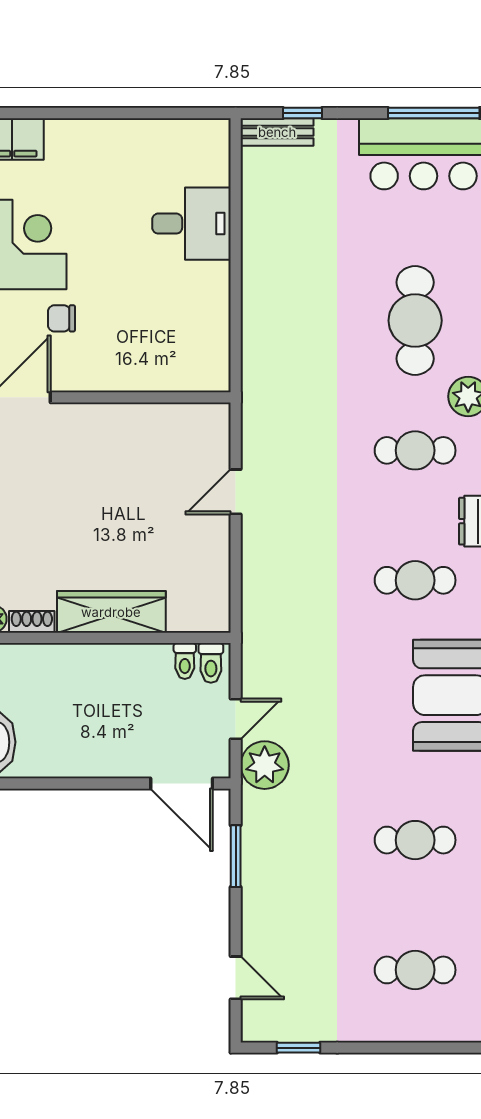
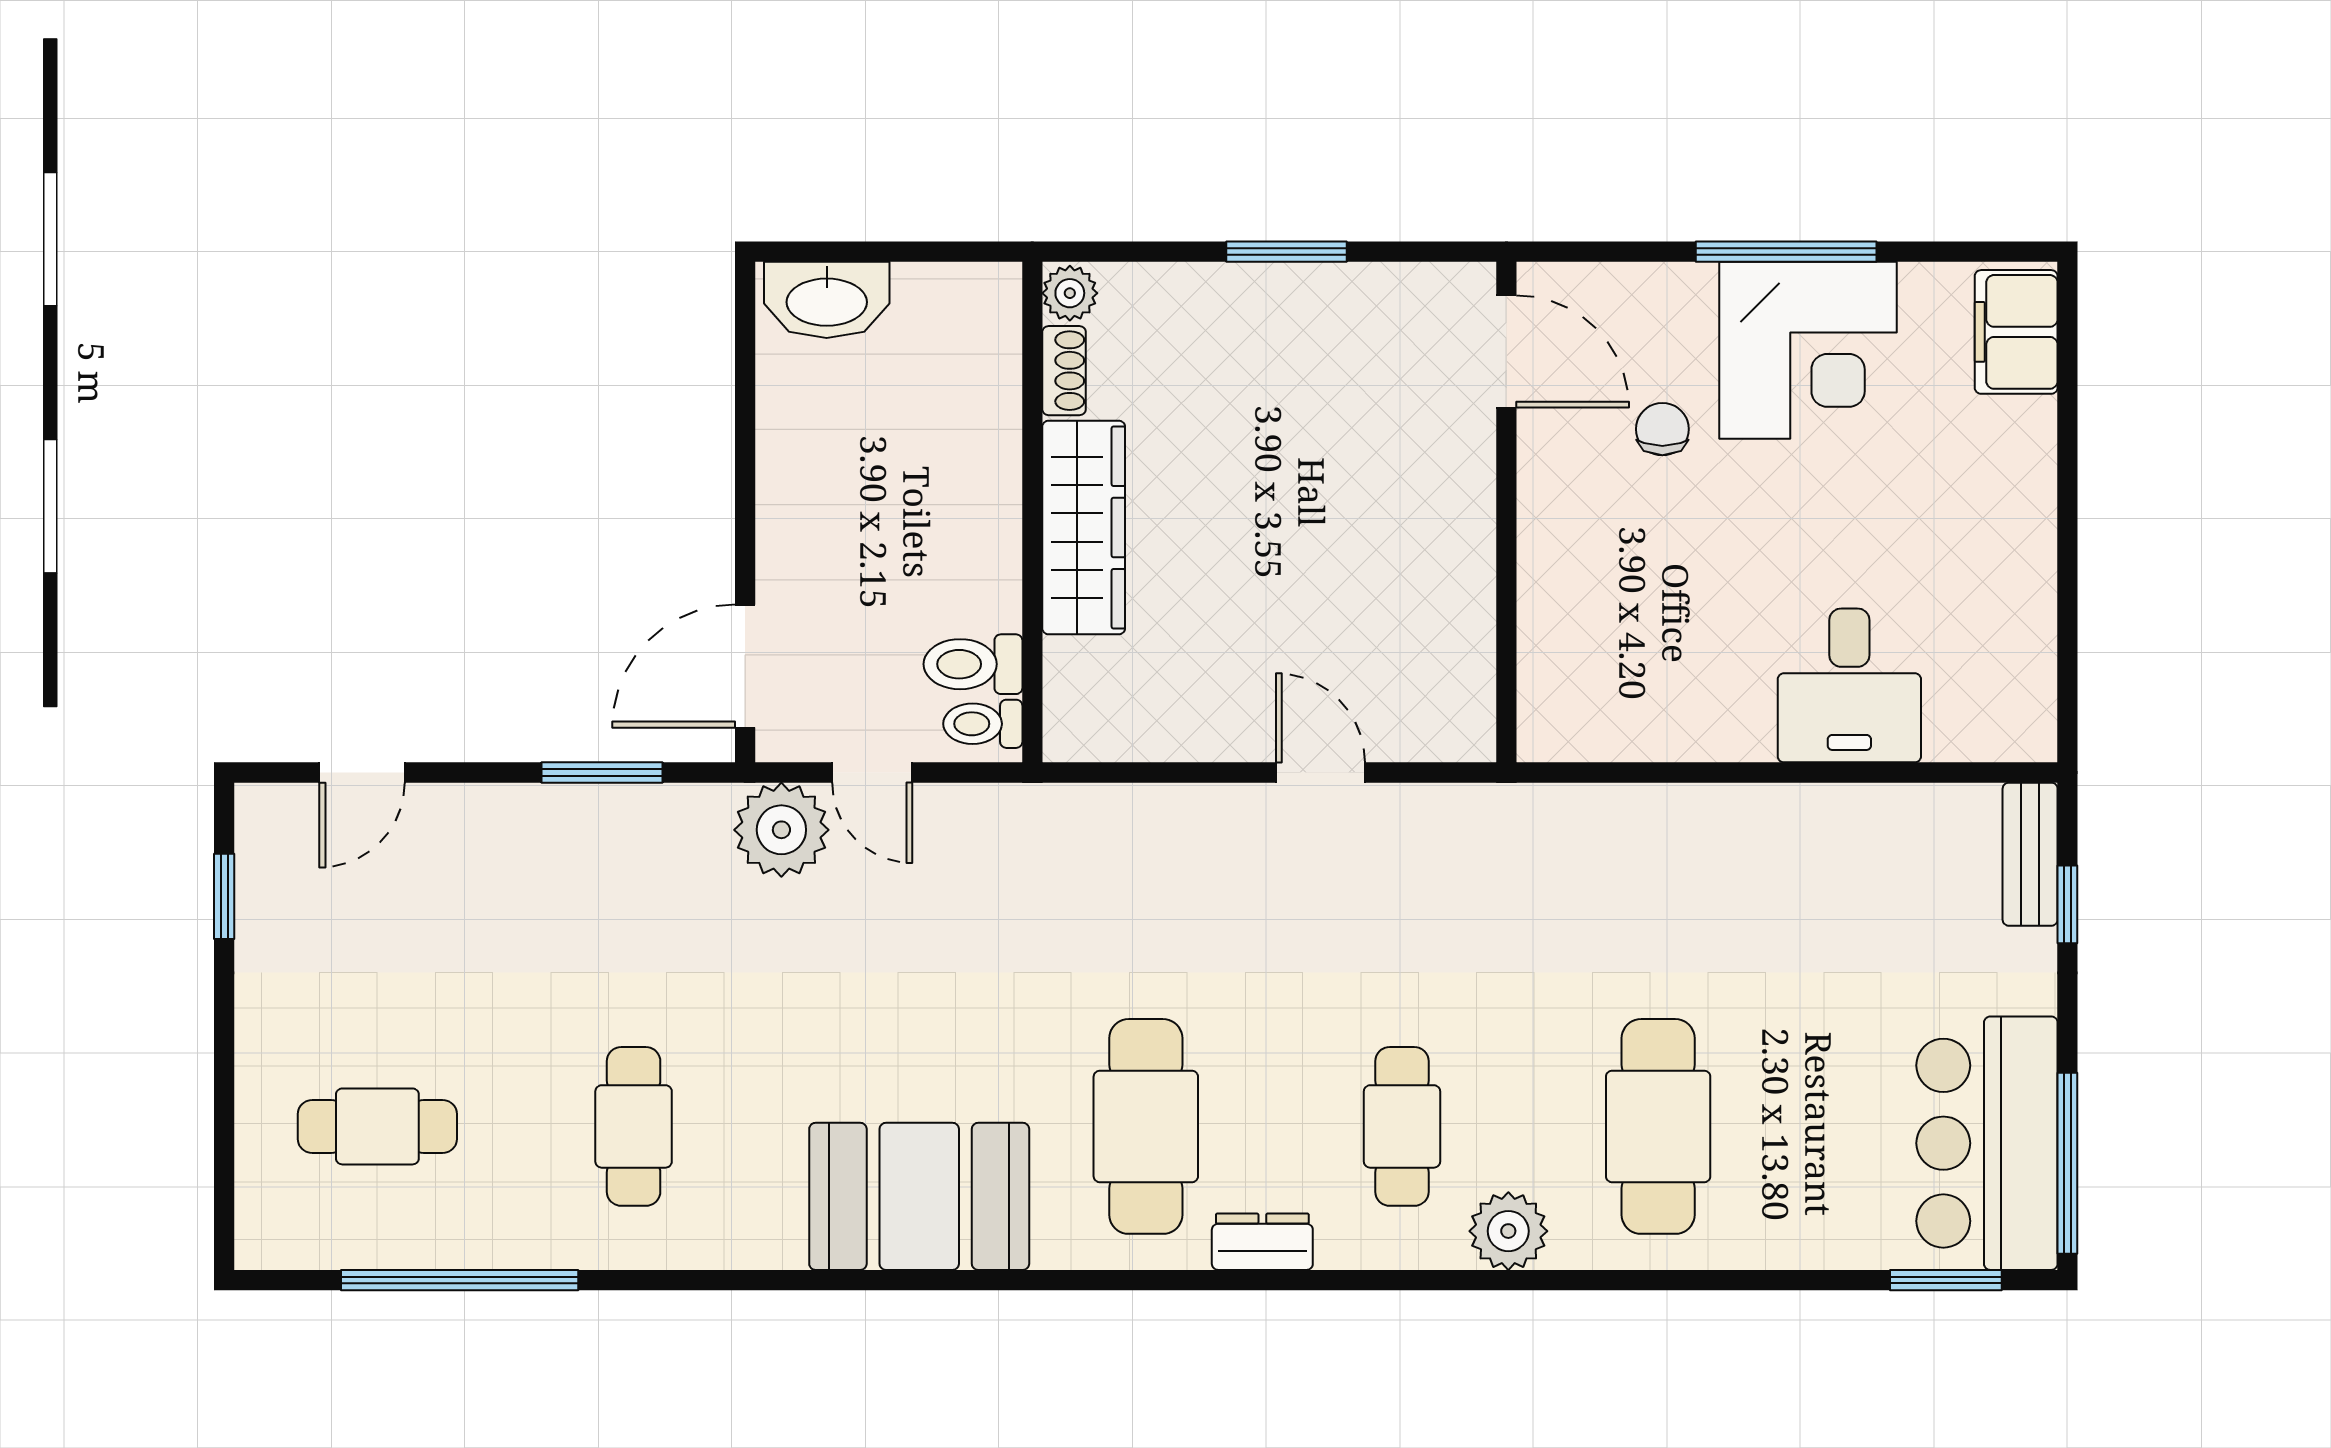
cafe table: (415, 321) -> (1658, 1126), turned 90
cafe table: (415, 580) -> (1146, 1126), width x1.37, depth x1.35
toilet: (185, 661) -> (973, 664), width x1.37, depth x1.39
cafe table: (415, 970) -> (377, 1126), turned 90

